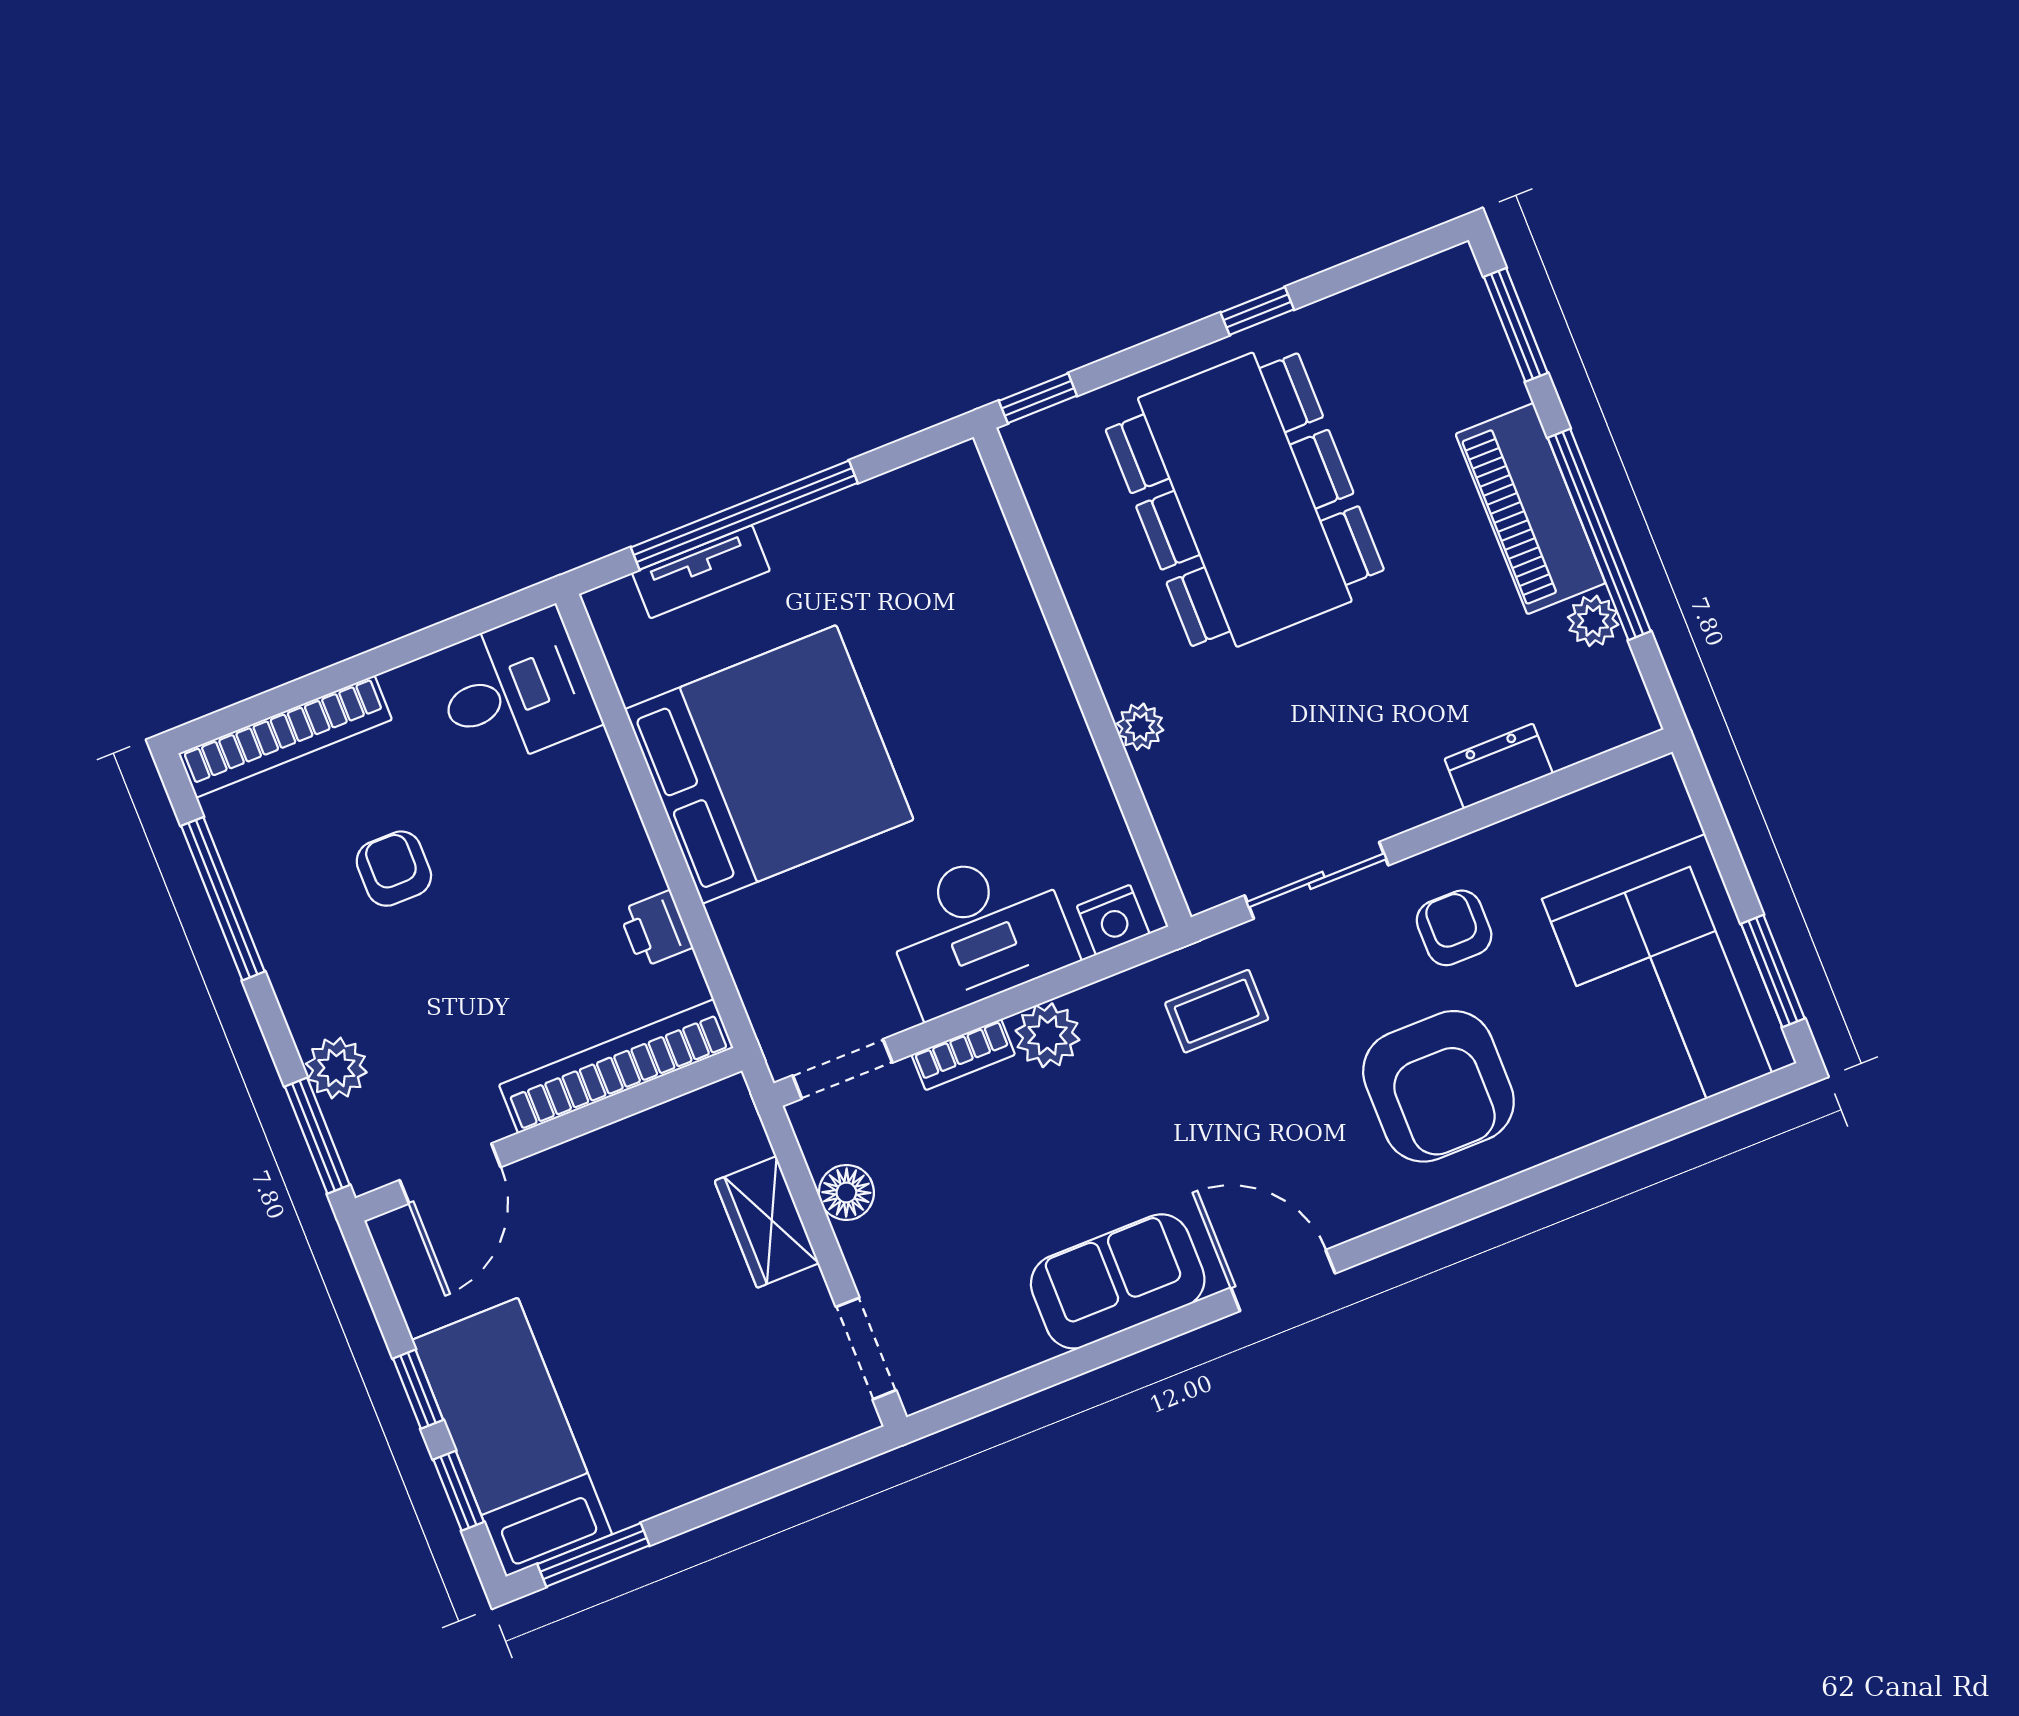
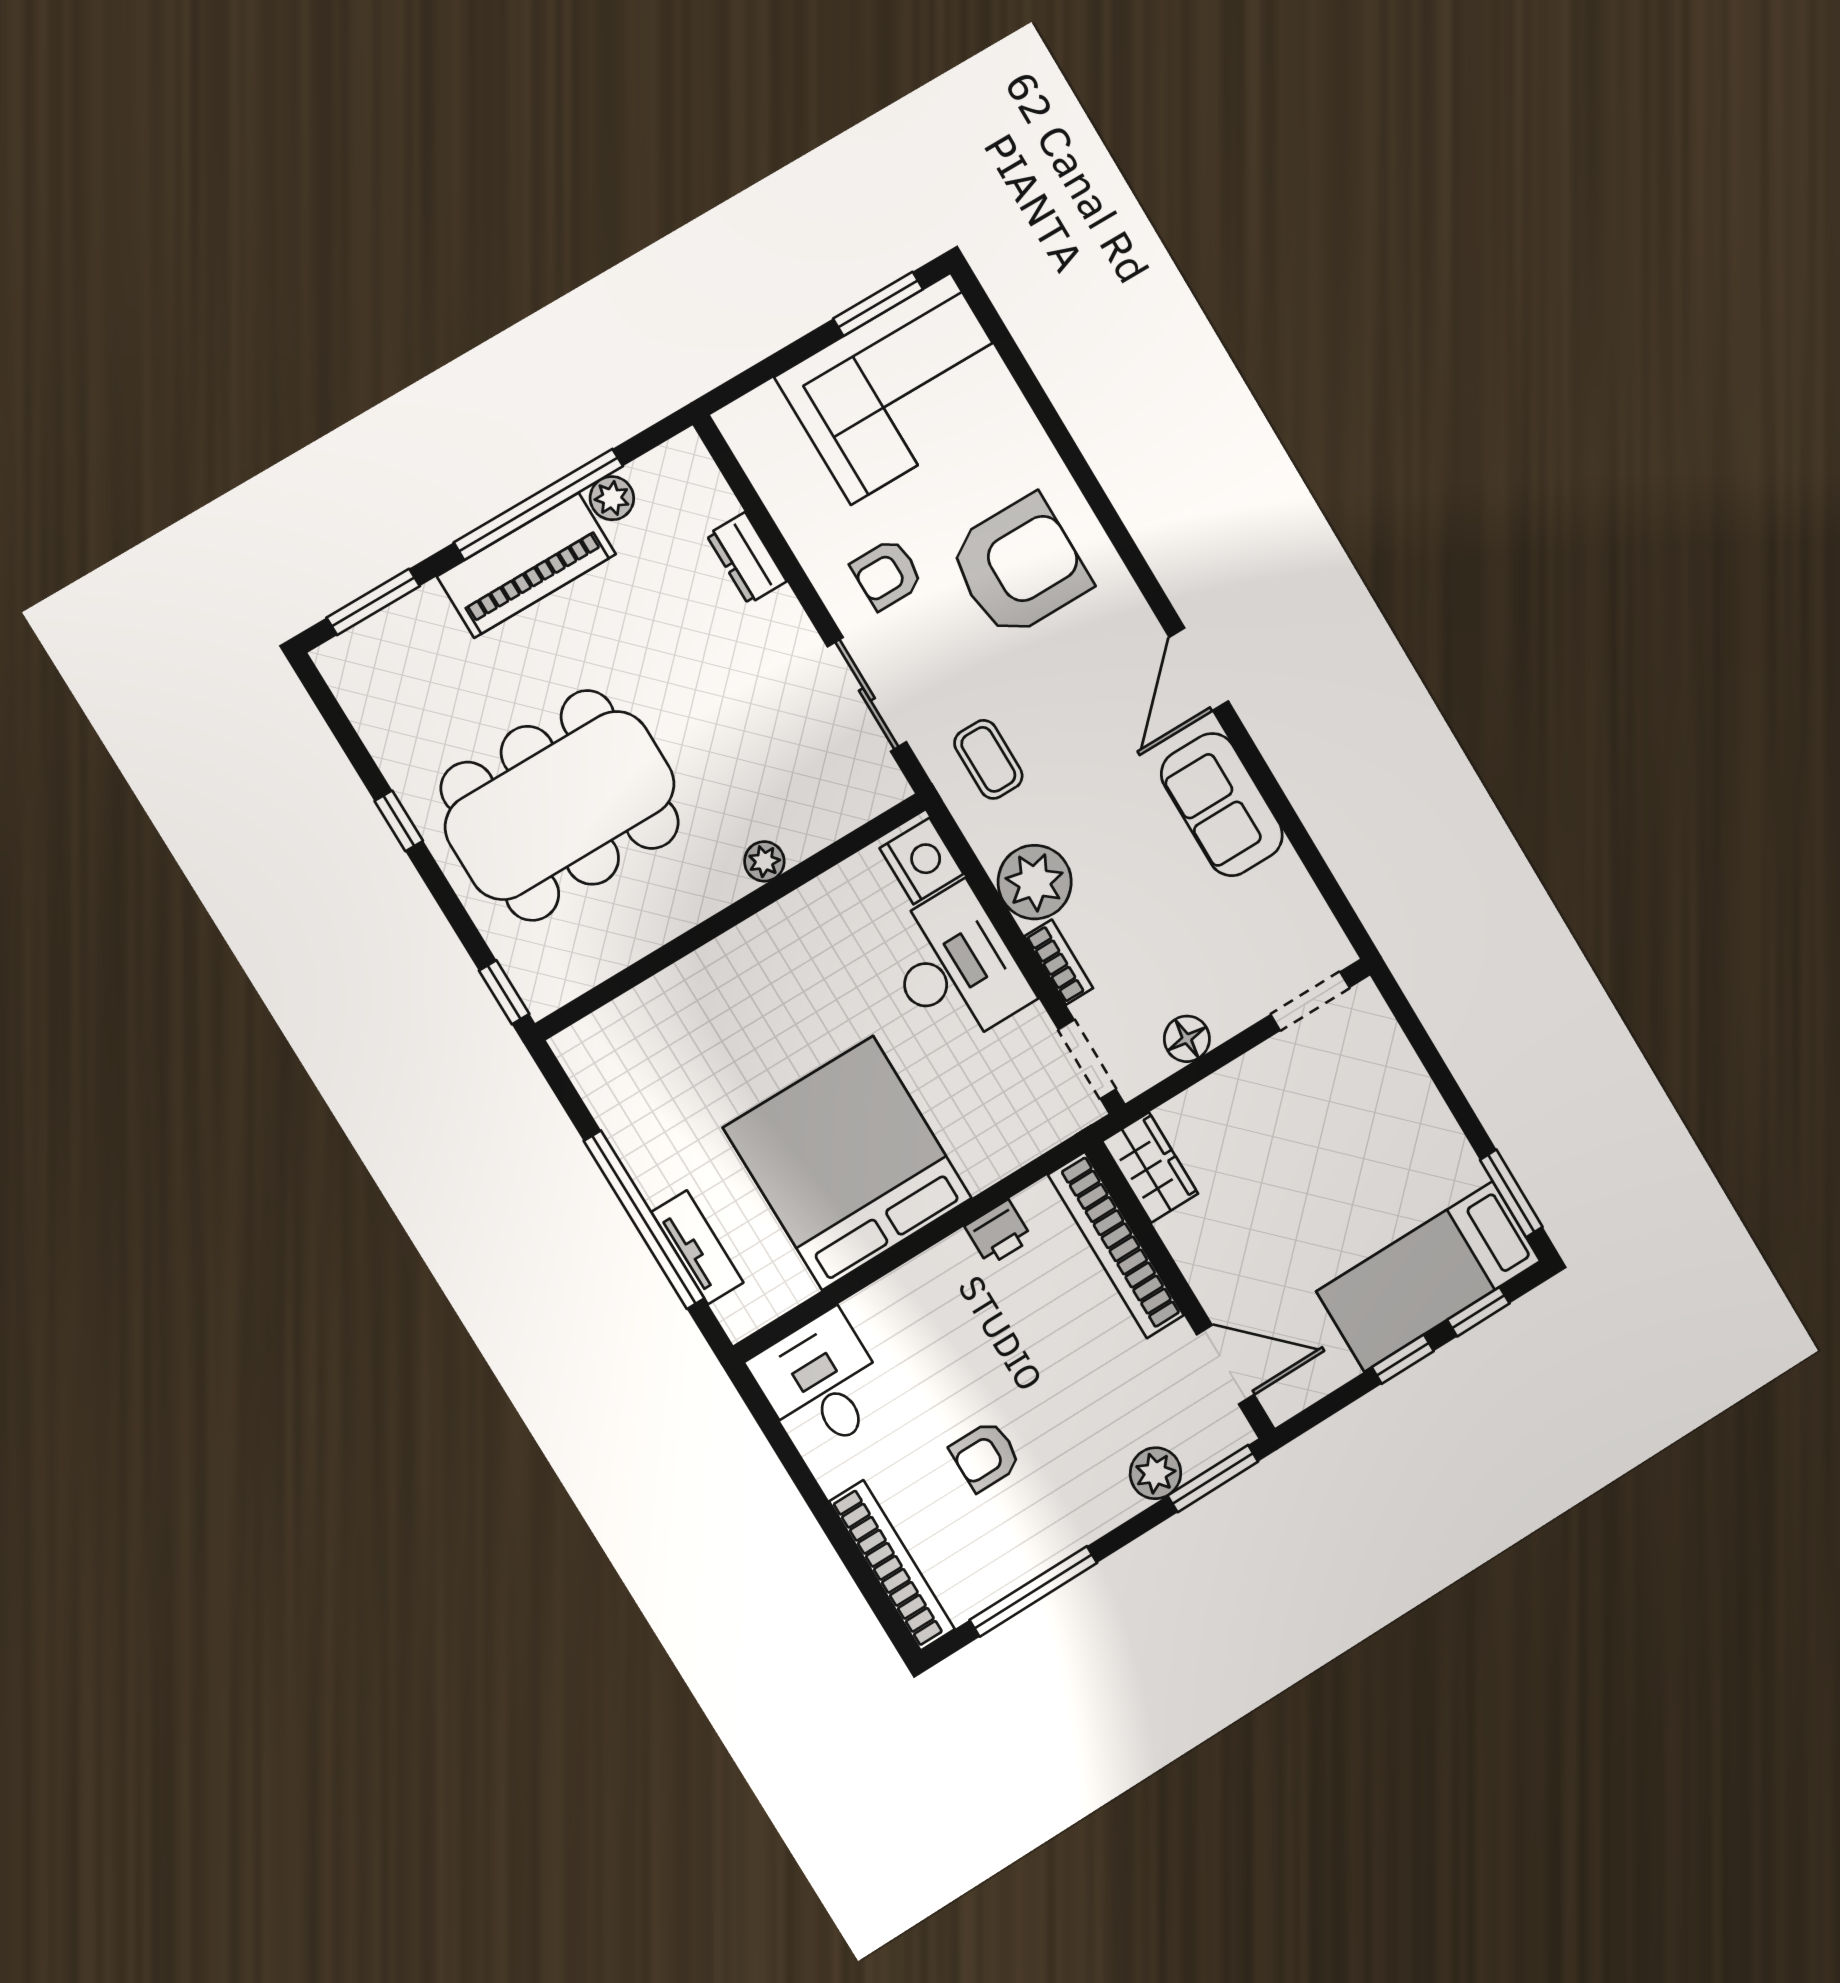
nightstand: (1113, 920) -> (922, 861), width x1.36, depth x1.33
plant: (1047, 1035) -> (1035, 882), width x1.36, depth x1.36
wardrobe: (767, 1222) -> (1150, 1167), moved, turned -90

